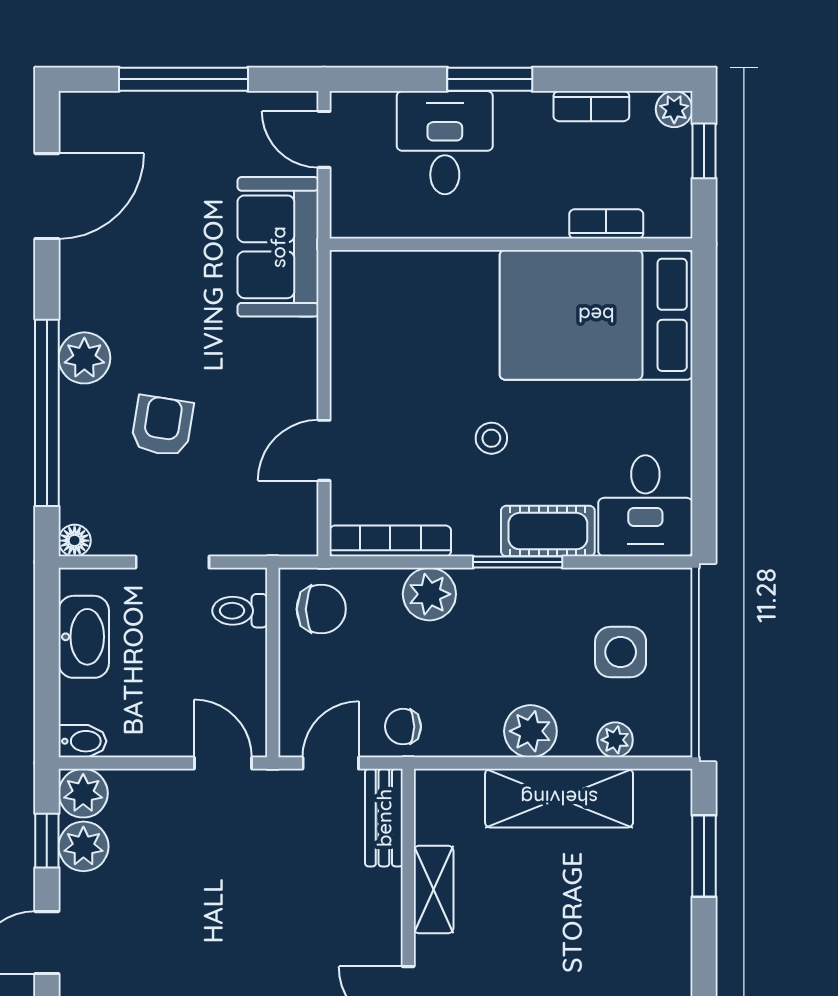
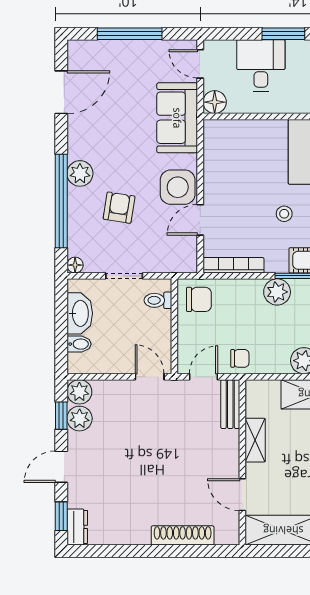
floor lamp: (353, 216) -> (215, 102), added
side table: (279, 385) -> (178, 187), added
plant: (429, 594) -> (277, 292), moved
chair: (403, 727) -> (240, 358), turned 180
bidet: (82, 741) -> (79, 344), moved

